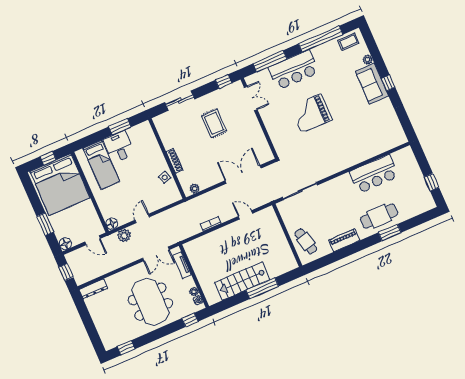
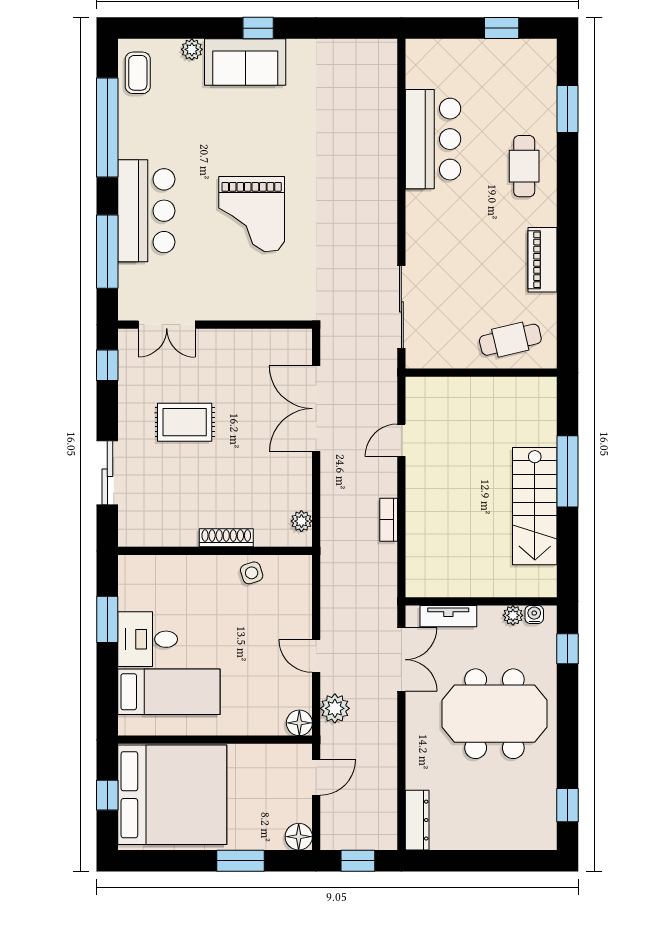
double door: (251, 98) -> (167, 325), swing flipped
cafe table: (379, 216) -> (524, 166), width x0.73, depth x0.74
window: (390, 233) -> (568, 109), moved

